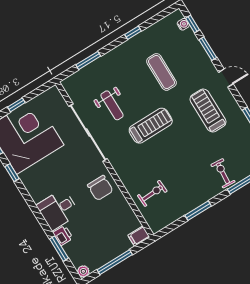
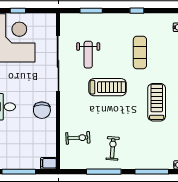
exercise bike: (223, 173) -> (113, 148), moved
window: (198, 211) -> (104, 172), width x1.44

